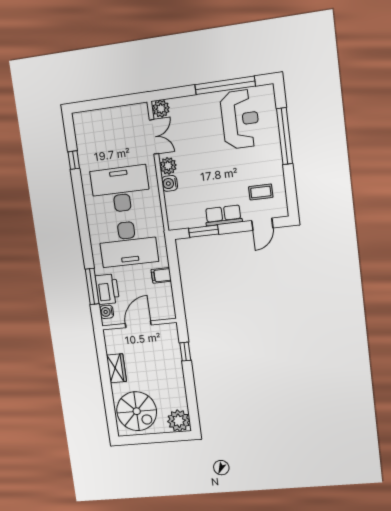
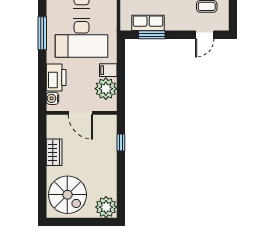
row of seats: (223, 215) -> (148, 23), moved
window: (92, 286) -> (42, 33), moved
plant: (161, 296) -> (106, 89), added
door: (138, 324) -> (80, 113), swing flipped

